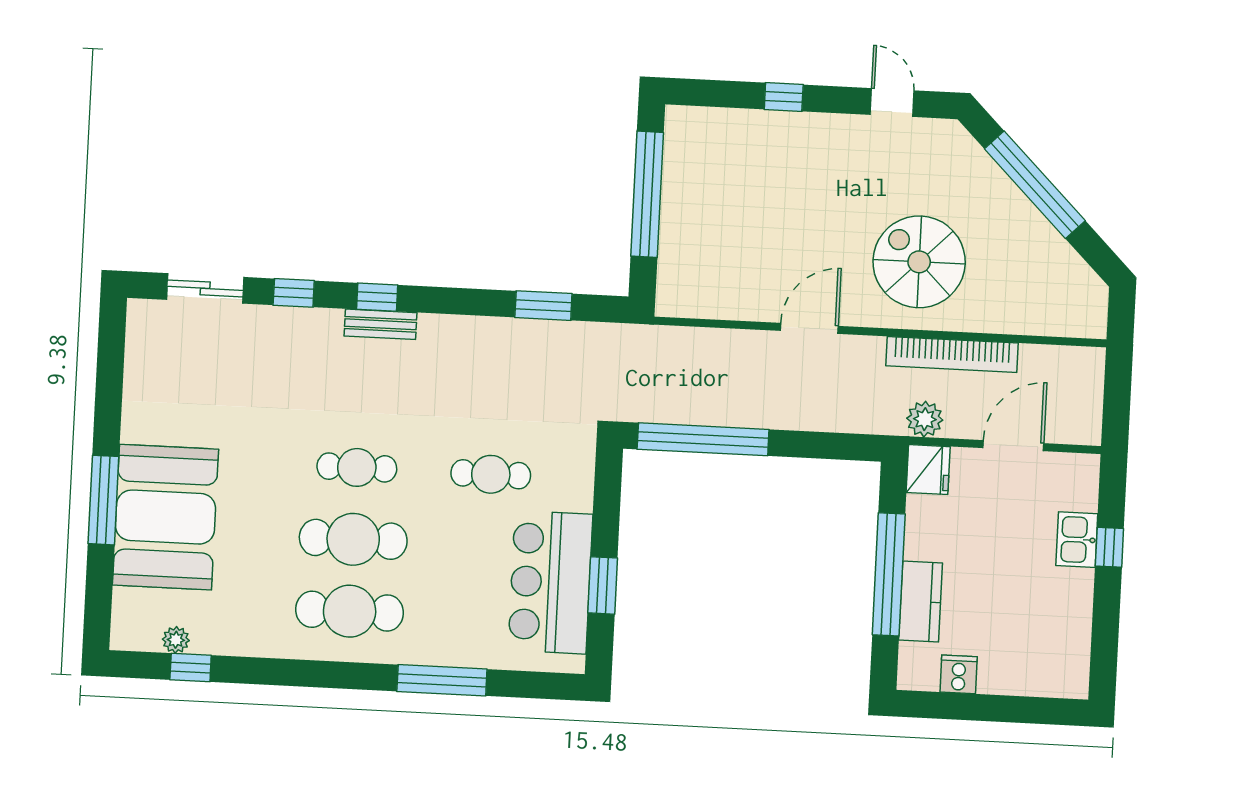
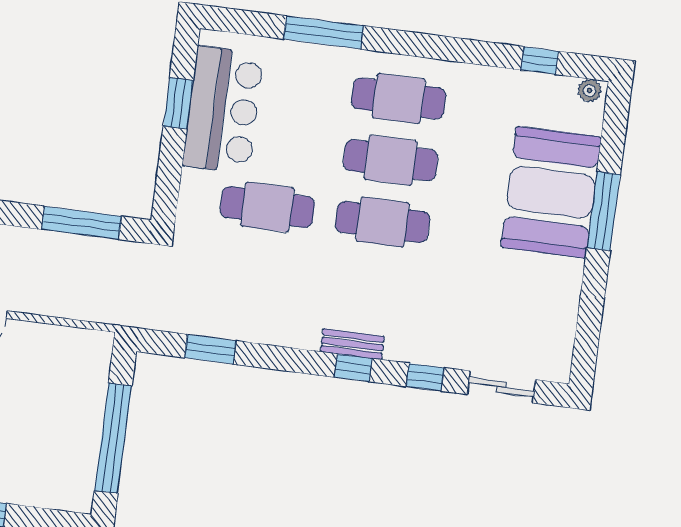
window: (703, 439) -> (82, 223), width x0.68
cafe table: (357, 467) -> (382, 222), width x1.37, depth x1.35
cafe table: (491, 474) -> (267, 207), width x1.37, depth x1.35
plant: (176, 640) -> (590, 91), moved

